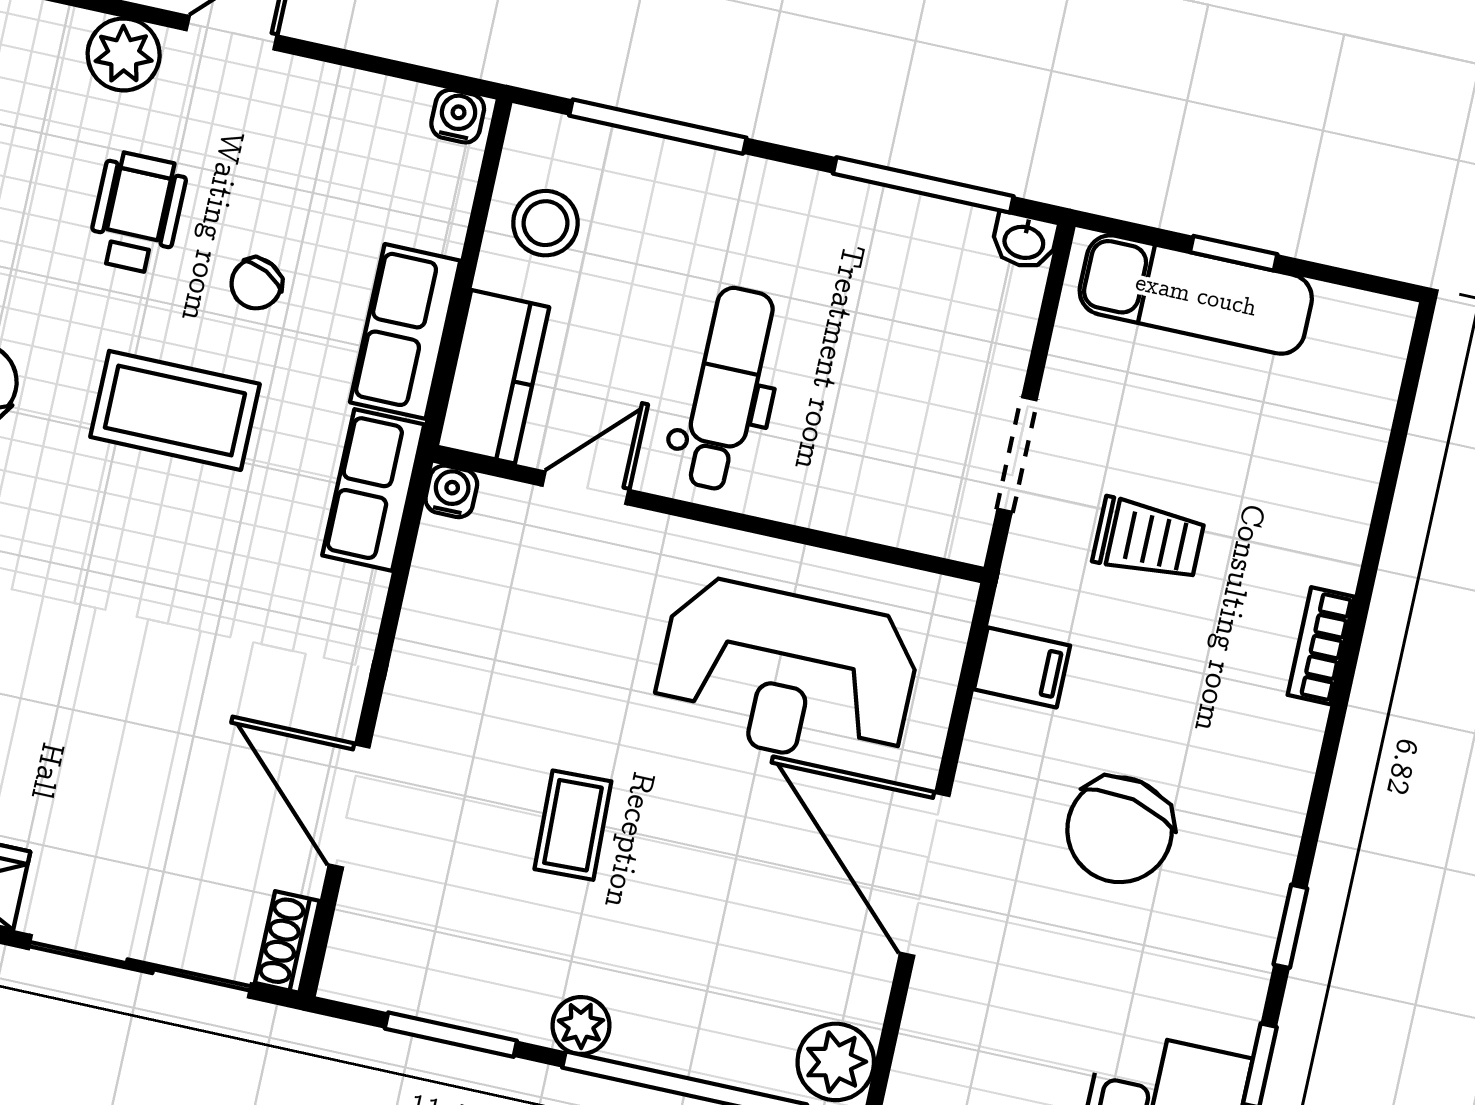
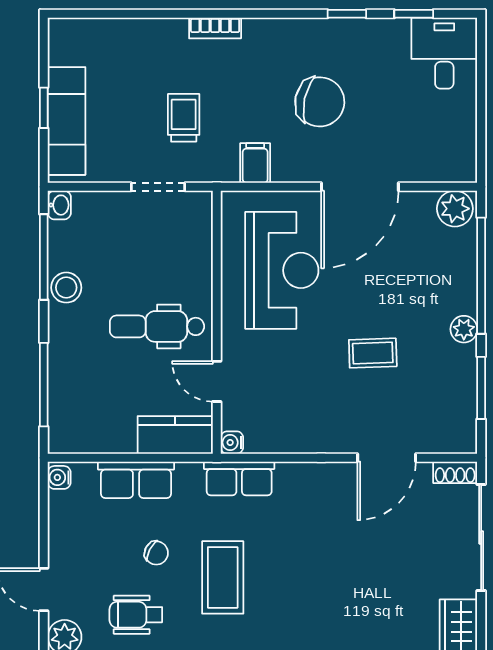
stool: (545, 223) -> (66, 288), moved
row of seats: (405, 331) -> (136, 480), moved

